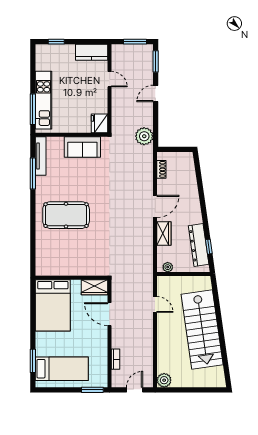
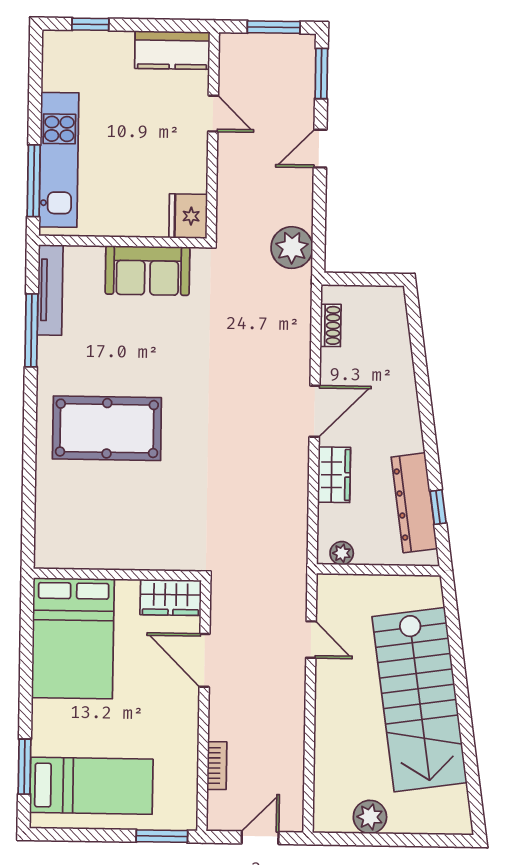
plant: (164, 380) -> (370, 817), moved

